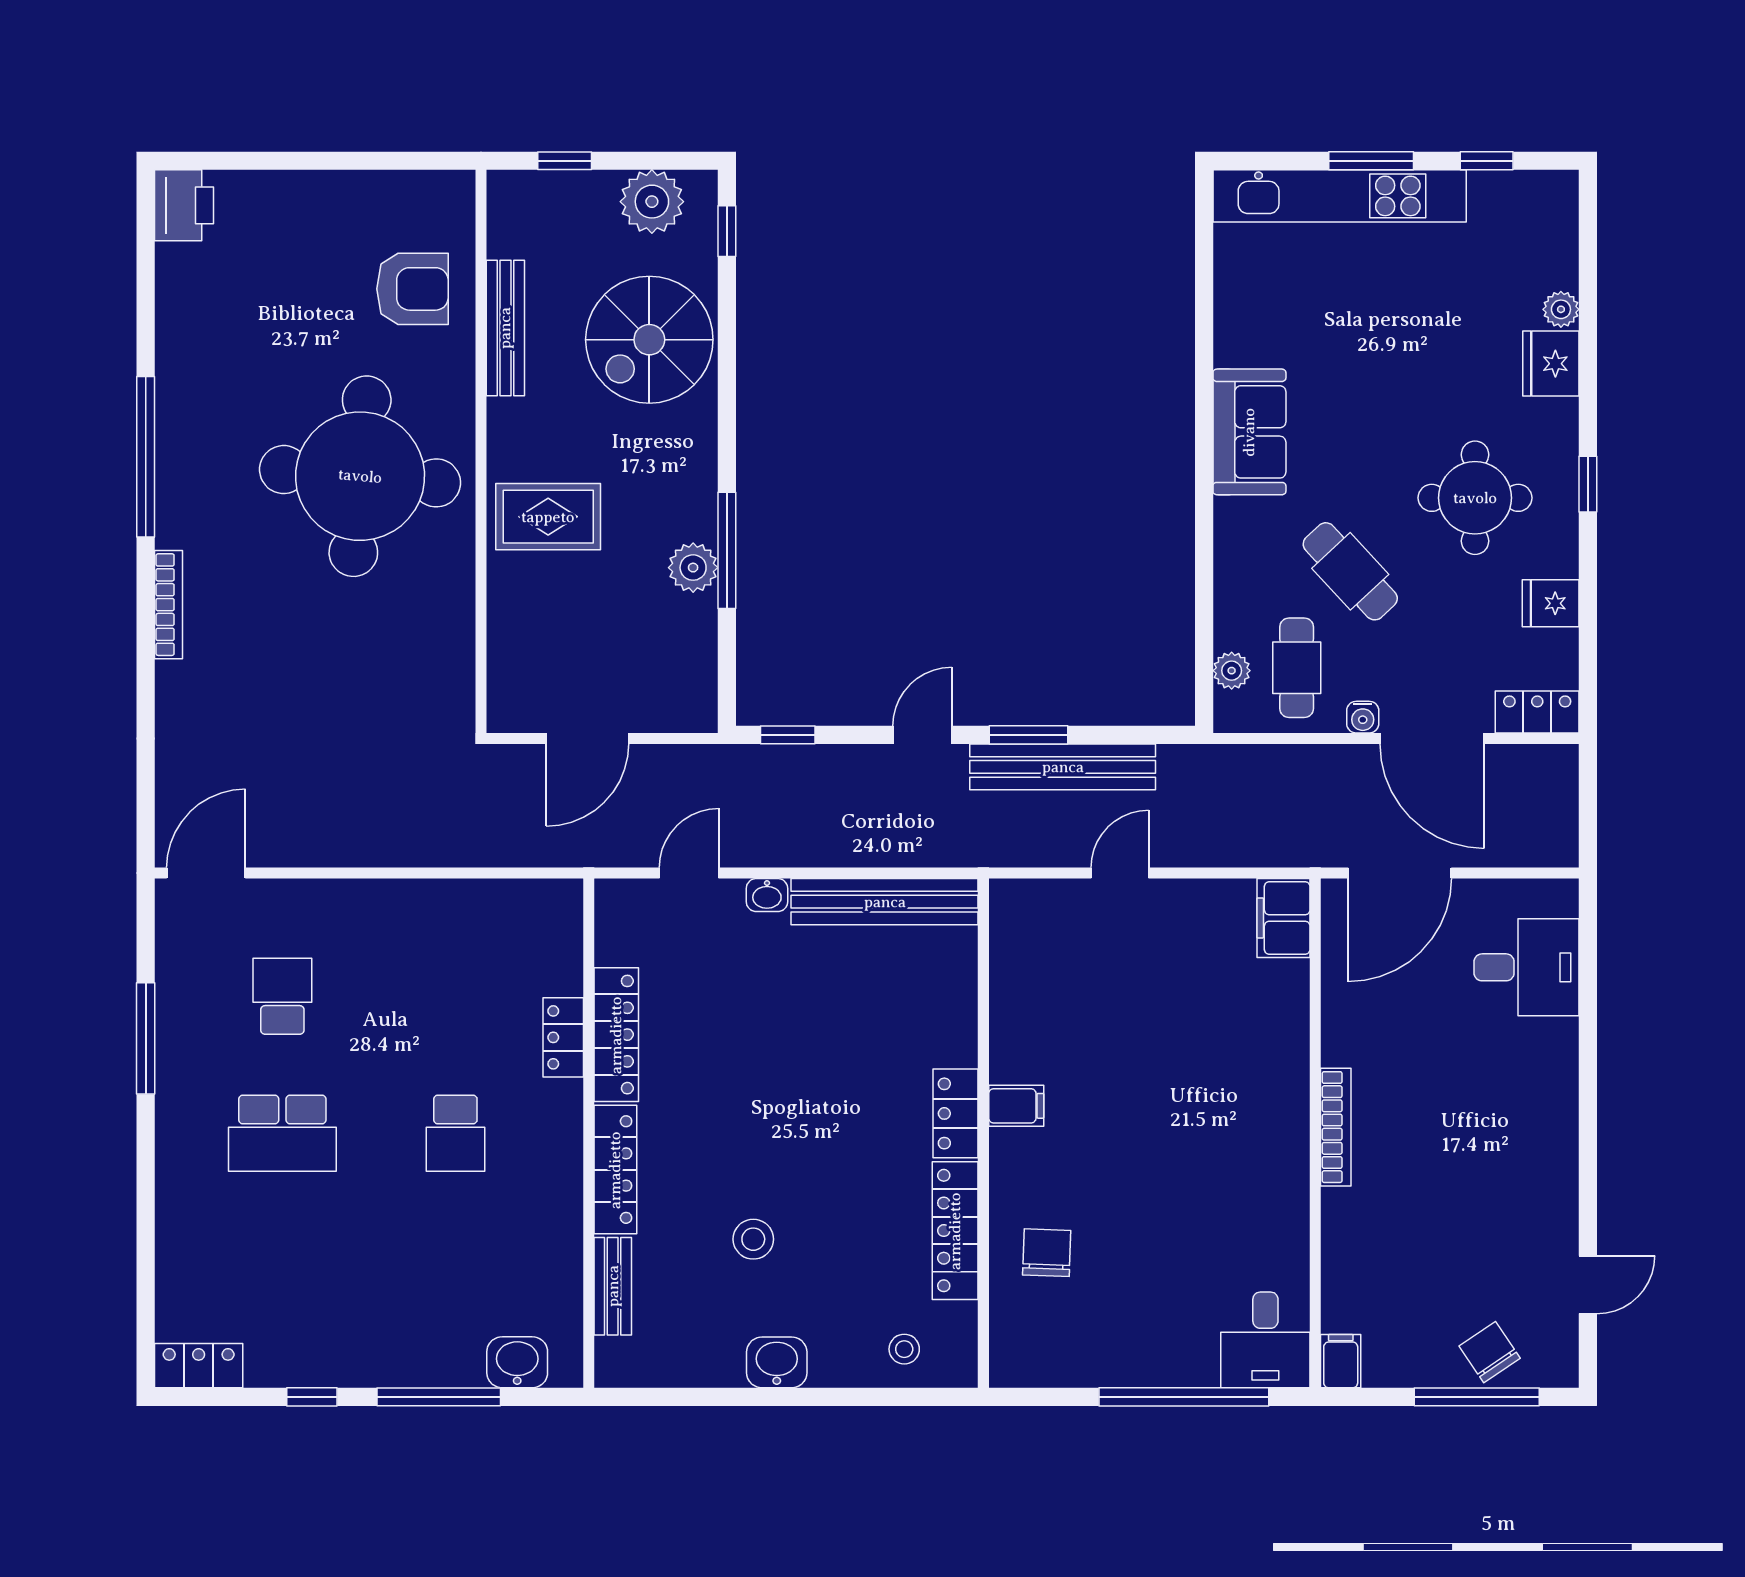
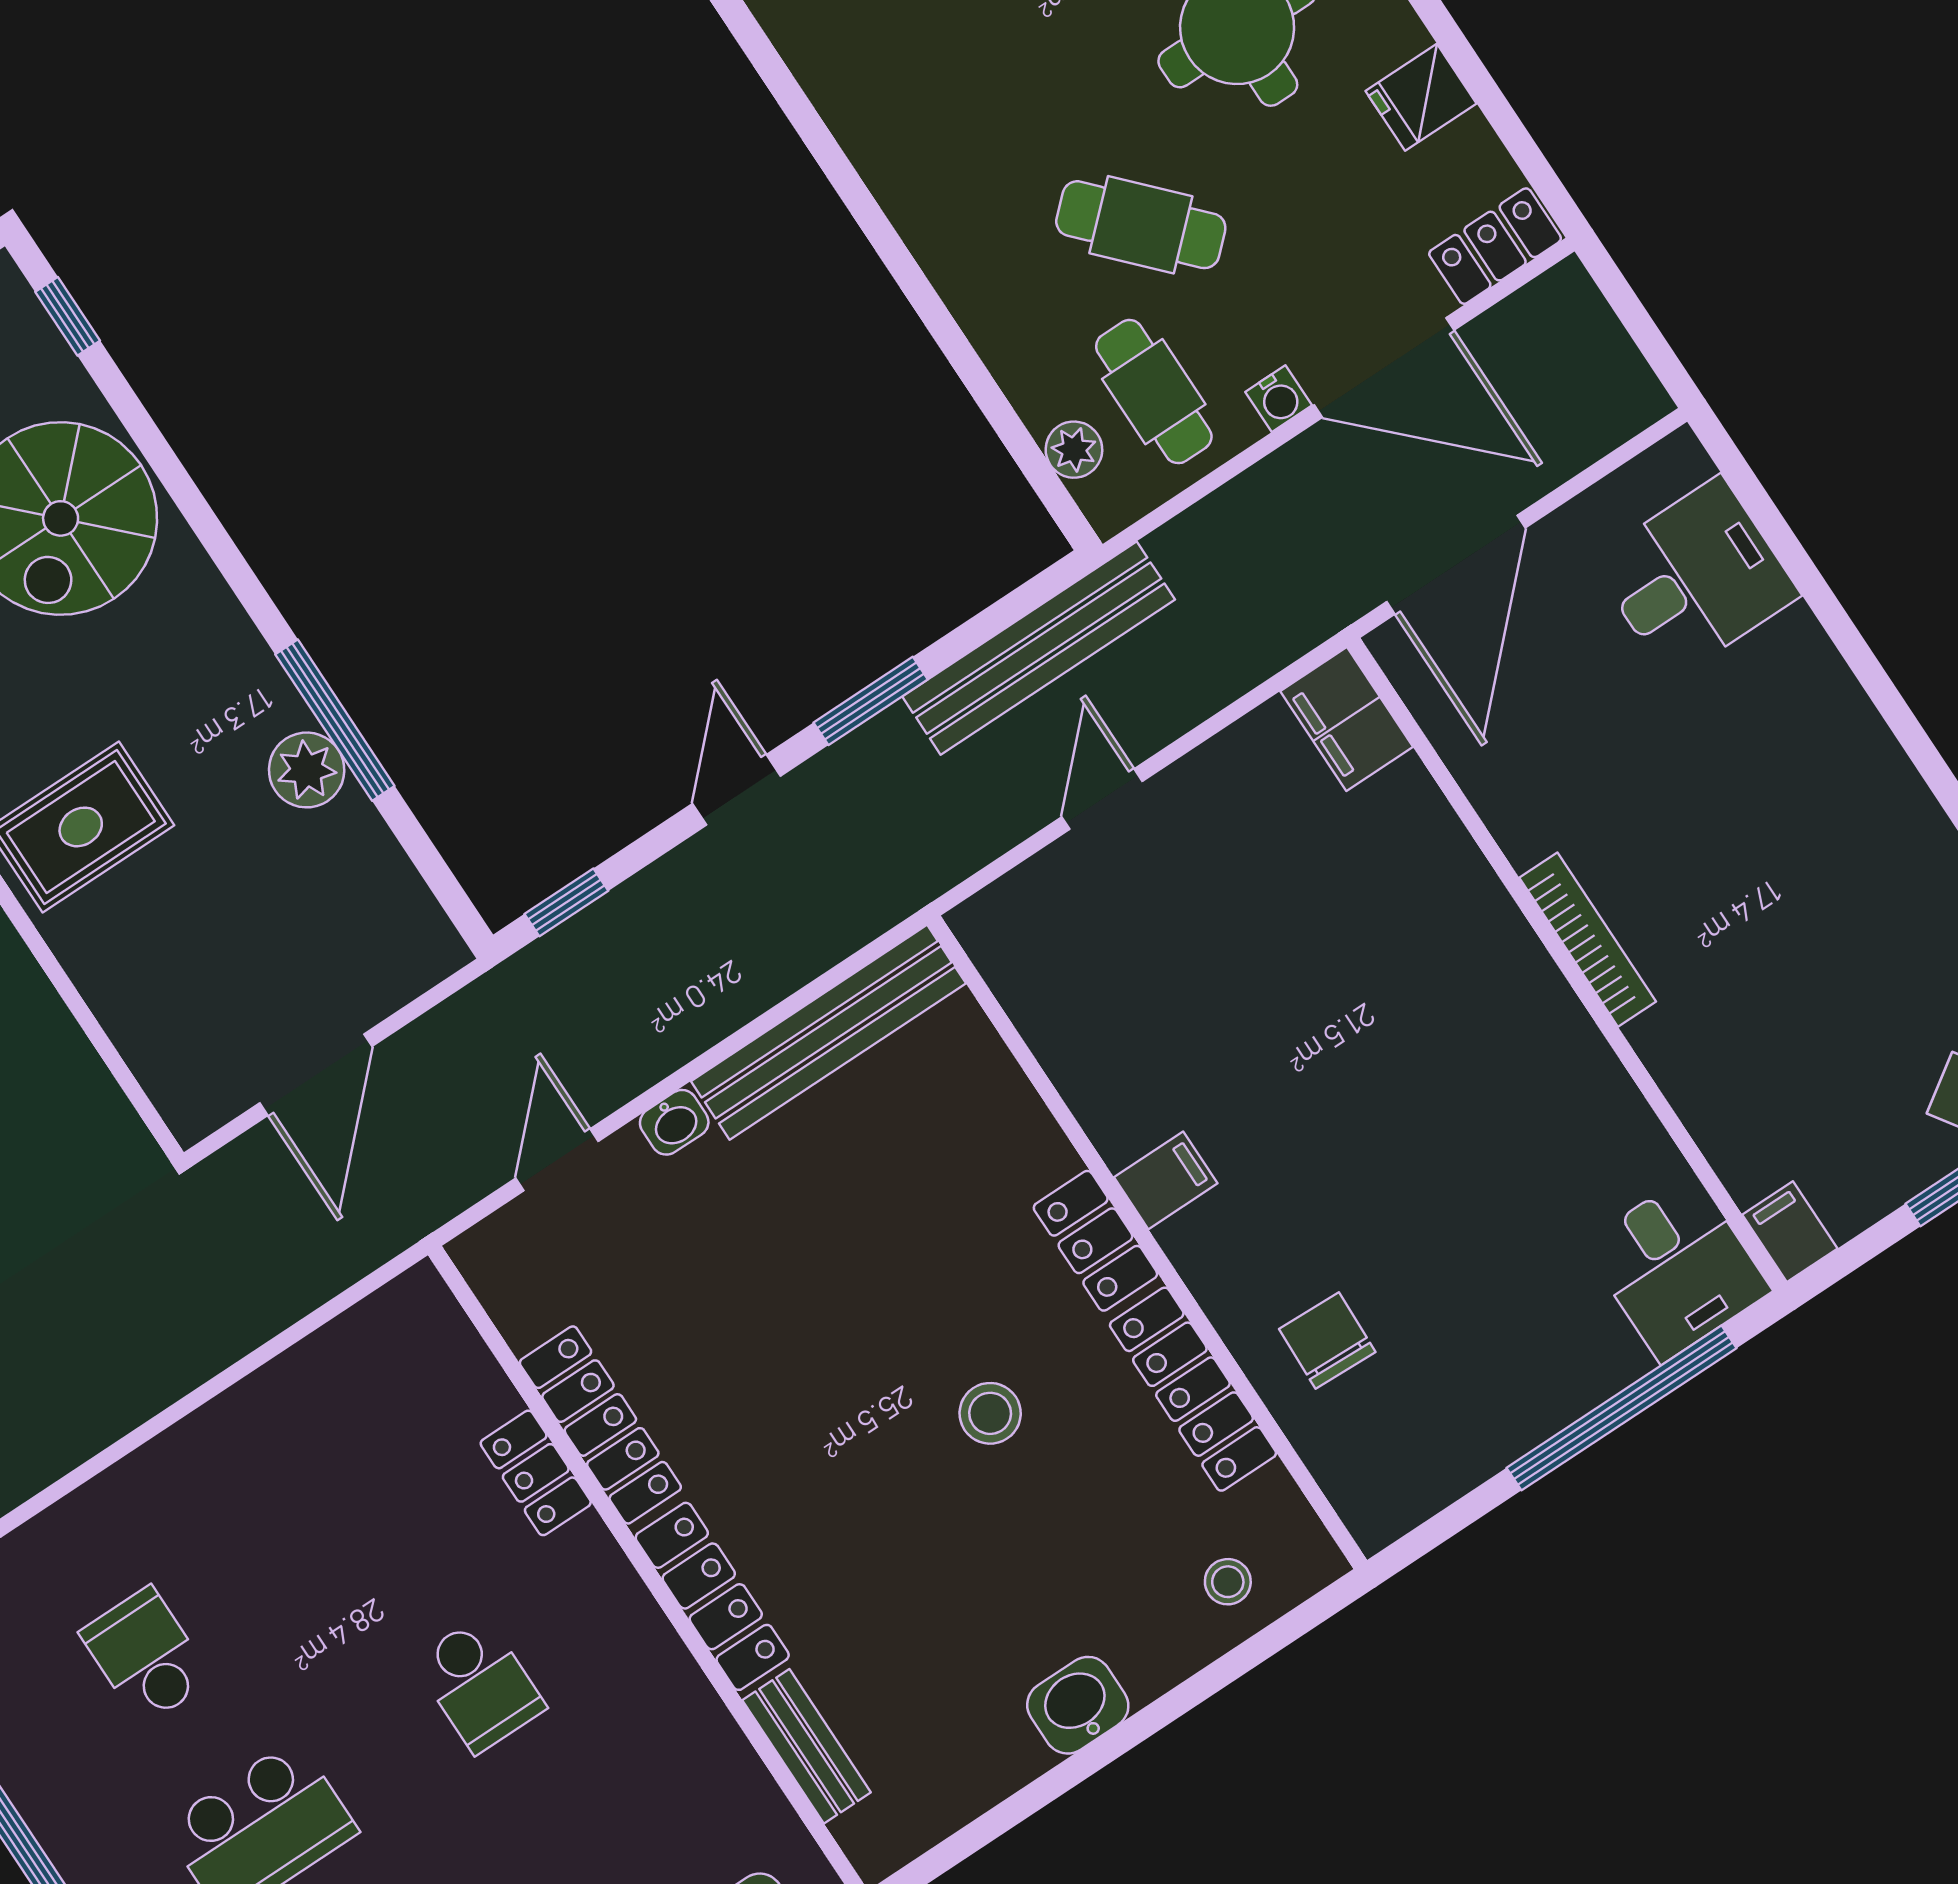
sofa: (1249, 432) -> (897, 133), removed
bench: (1063, 767) -> (1039, 648), moved
stool: (753, 1239) -> (990, 1413), moved

